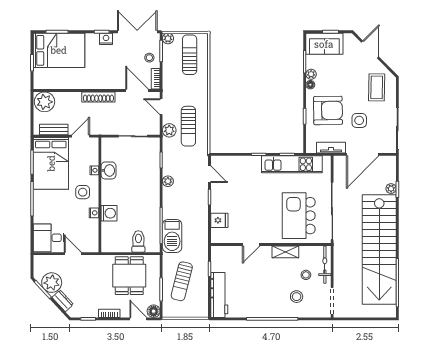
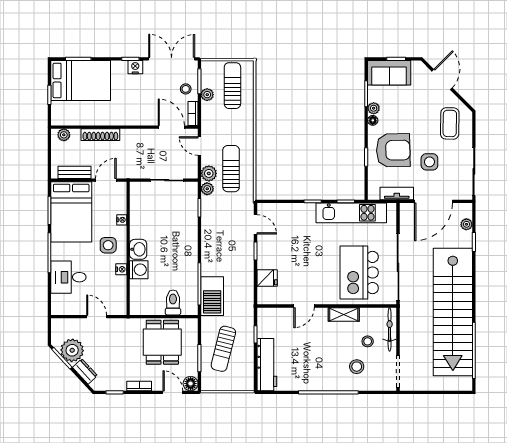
plant: (168, 39) -> (207, 95), moved
shoe rack: (98, 97) -> (100, 135), moved
plant: (44, 102) -> (64, 135), width x0.53, depth x0.53
sun lounger: (188, 126) -> (231, 169), turned 180
washbasin: (108, 170) -> (138, 249), moved
plant: (168, 181) -> (207, 189), moved
plant: (391, 189) -> (466, 224), moved
desk: (48, 238) -> (68, 277), moved

